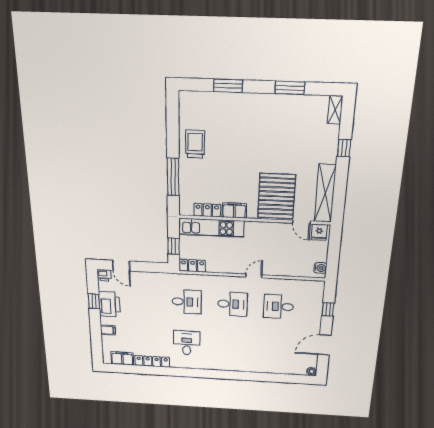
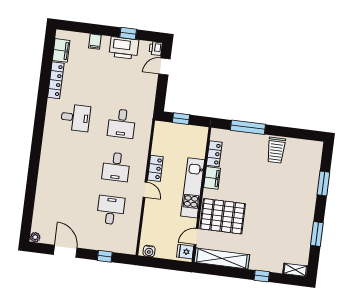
trolley: (195, 144) -> (276, 150), turned 90
kitchen unit: (211, 228) -> (193, 188), moved
locker: (193, 266) -> (155, 168), moved

